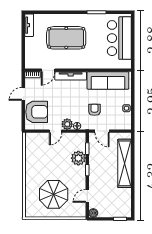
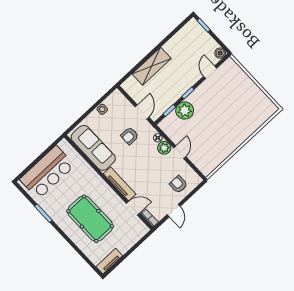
door: (23, 94) -> (174, 211), hinge flipped
armchair: (37, 112) -> (178, 184), width x0.53, depth x0.53
door: (56, 131) -> (180, 152), hinge flipped
shelving: (125, 163) -> (152, 66), width x0.68
parasol: (54, 194) -> (236, 103), removed
door: (87, 196) -> (210, 72), swing flipped

